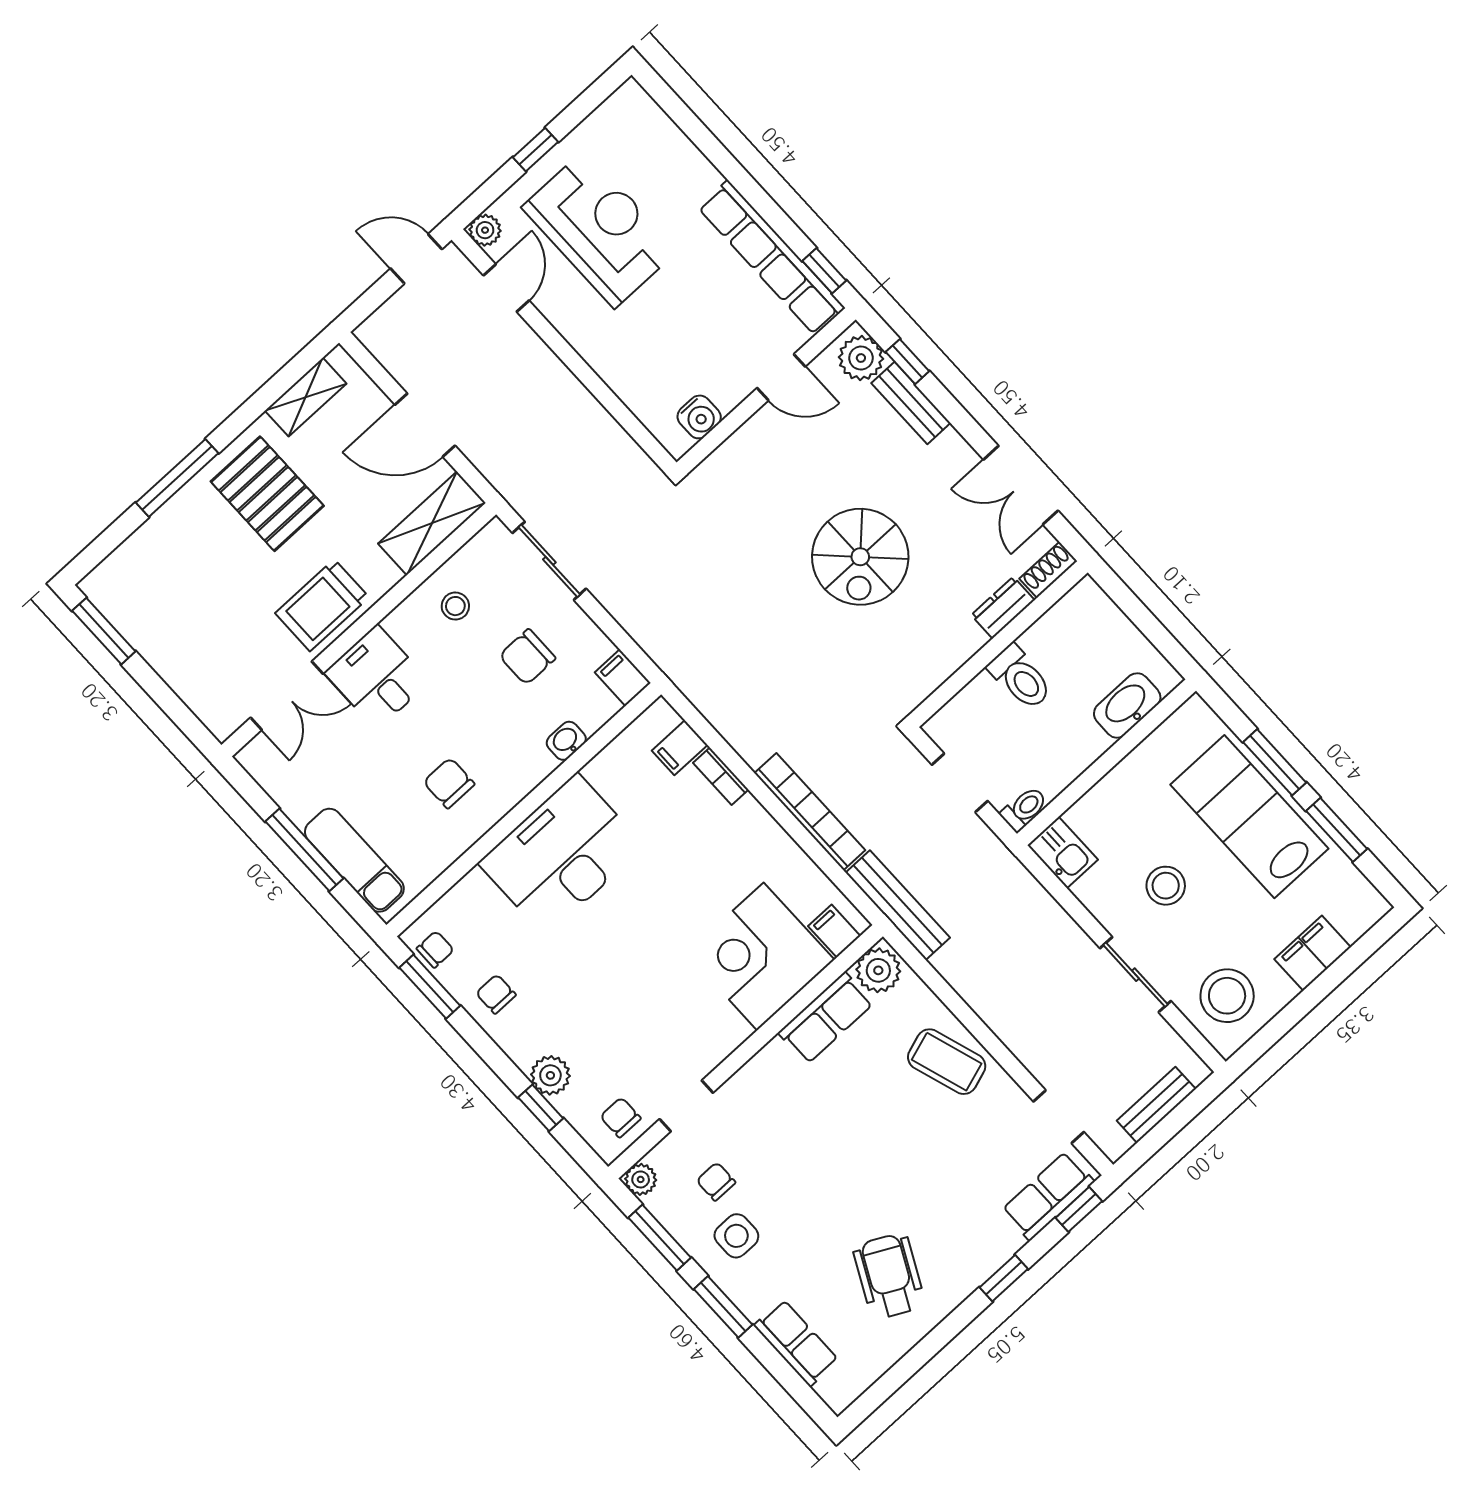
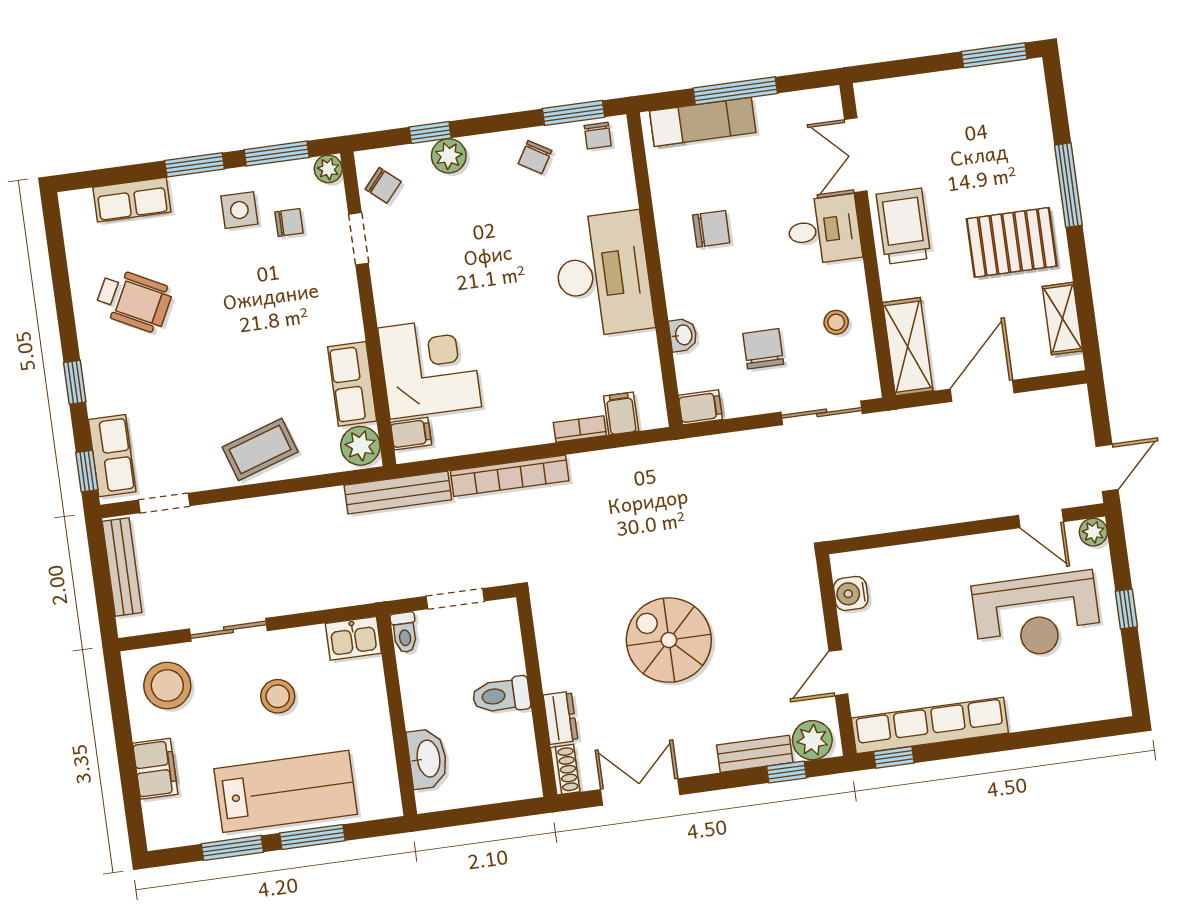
chair: (496, 994) -> (535, 157), turned 121
bench: (1156, 1105) -> (122, 567), width x1.36
chair: (620, 1117) -> (383, 185), turned 41

